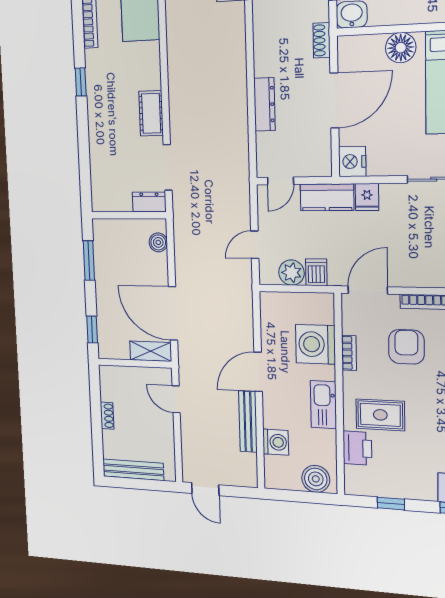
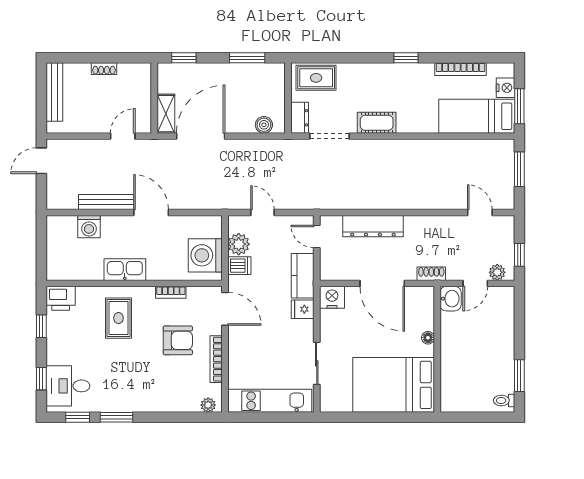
floor lamp: (401, 48) -> (428, 338), width x0.53, depth x0.53
dresser: (264, 104) -> (373, 226), width x1.37, depth x1.24
rug: (106, 184) -> (316, 78), added
washing machine: (315, 344) -> (205, 255), moved, turned -90
printer: (357, 448) -> (61, 298), moved
boiler: (316, 479) -> (58, 262), removed

